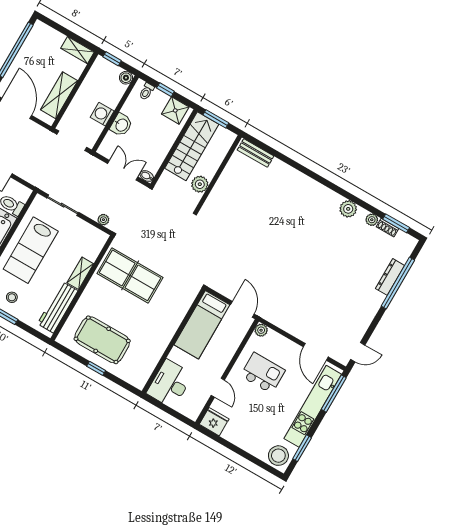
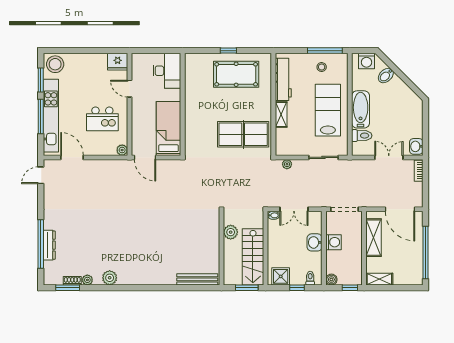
bench: (256, 153) -> (197, 279), width x1.36
window: (334, 394) -> (41, 116), moved

